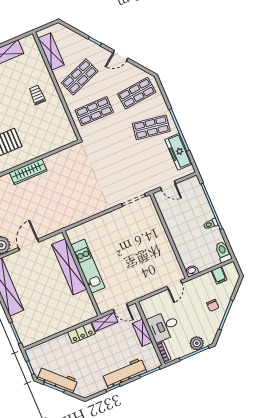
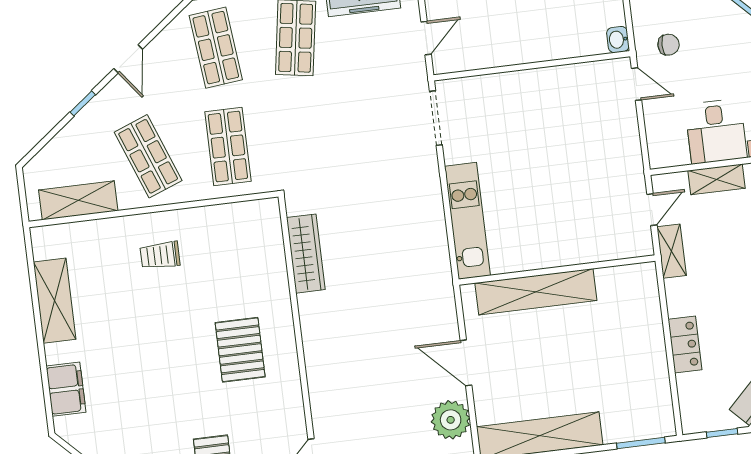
wardrobe: (28, 172) -> (306, 254), moved
kitchen unit: (88, 266) -> (467, 221), moved, turned 90
chair: (213, 305) -> (668, 45), moved
locker: (81, 333) -> (685, 344), moved

